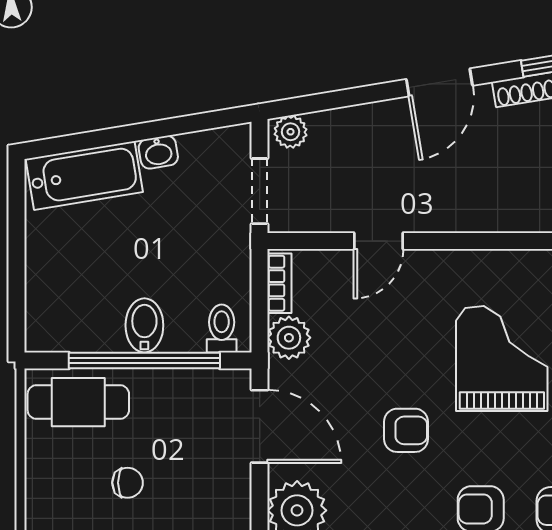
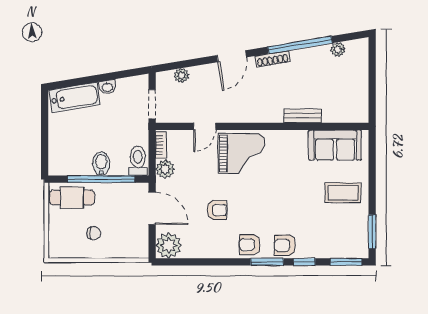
plant: (291, 132) -> (181, 75), moved
toilet: (222, 328) -> (138, 161), width x1.37, depth x1.39
grand piano: (502, 358) -> (242, 154), moved, turned 90

